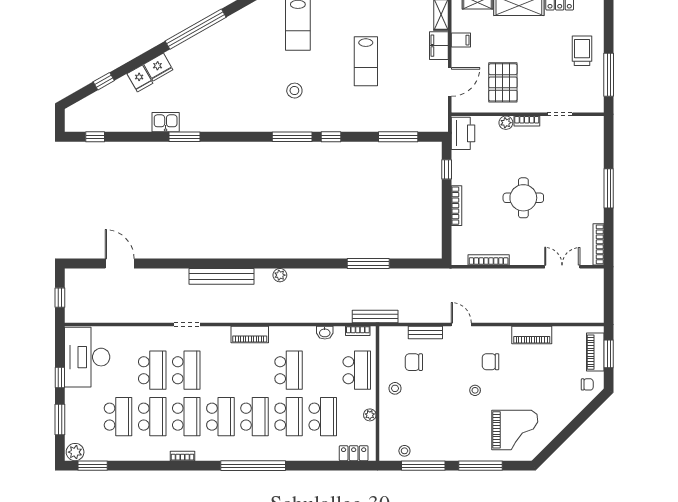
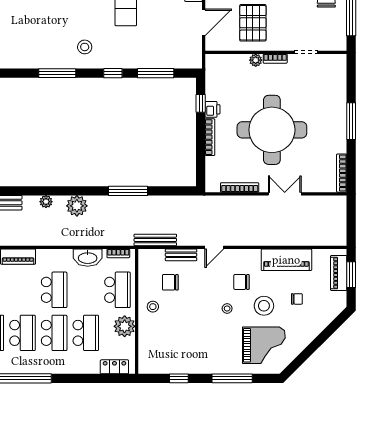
stool: (294, 91) -> (85, 47), moved
printer: (463, 133) -> (212, 109), moved, width x0.53, depth x0.68
window: (331, 137) -> (113, 73), moved
round table: (523, 198) -> (272, 130), width x1.86, depth x1.86
double door: (562, 267) -> (285, 194), moved
plant: (313, 280) -> (77, 206), added
bench: (375, 316) -> (155, 240), moved
door: (461, 324) -> (214, 247), swing flipped
washbasin: (325, 333) -> (88, 258), width x1.91, depth x1.45
piano: (532, 335) -> (286, 260), width x1.37, depth x1.33
chair: (587, 384) -> (297, 299), moved
plant: (370, 415) -> (125, 326), width x1.88, depth x1.88
stool: (404, 451) -> (264, 306), moved, width x1.89, depth x1.89
window: (423, 466) -> (179, 378), width x0.46

